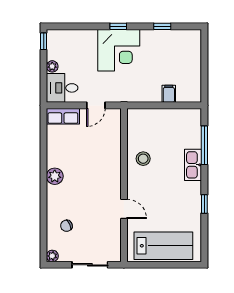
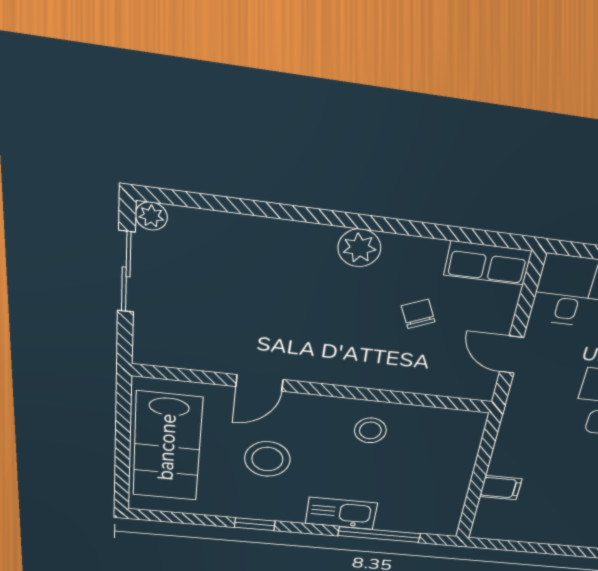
row of seats: (63, 116) -> (488, 263), moved, turned -90
stool: (165, 202) -> (267, 459), added
chair: (66, 226) -> (418, 314), moved
sliding door: (90, 265) -> (126, 272), moved

